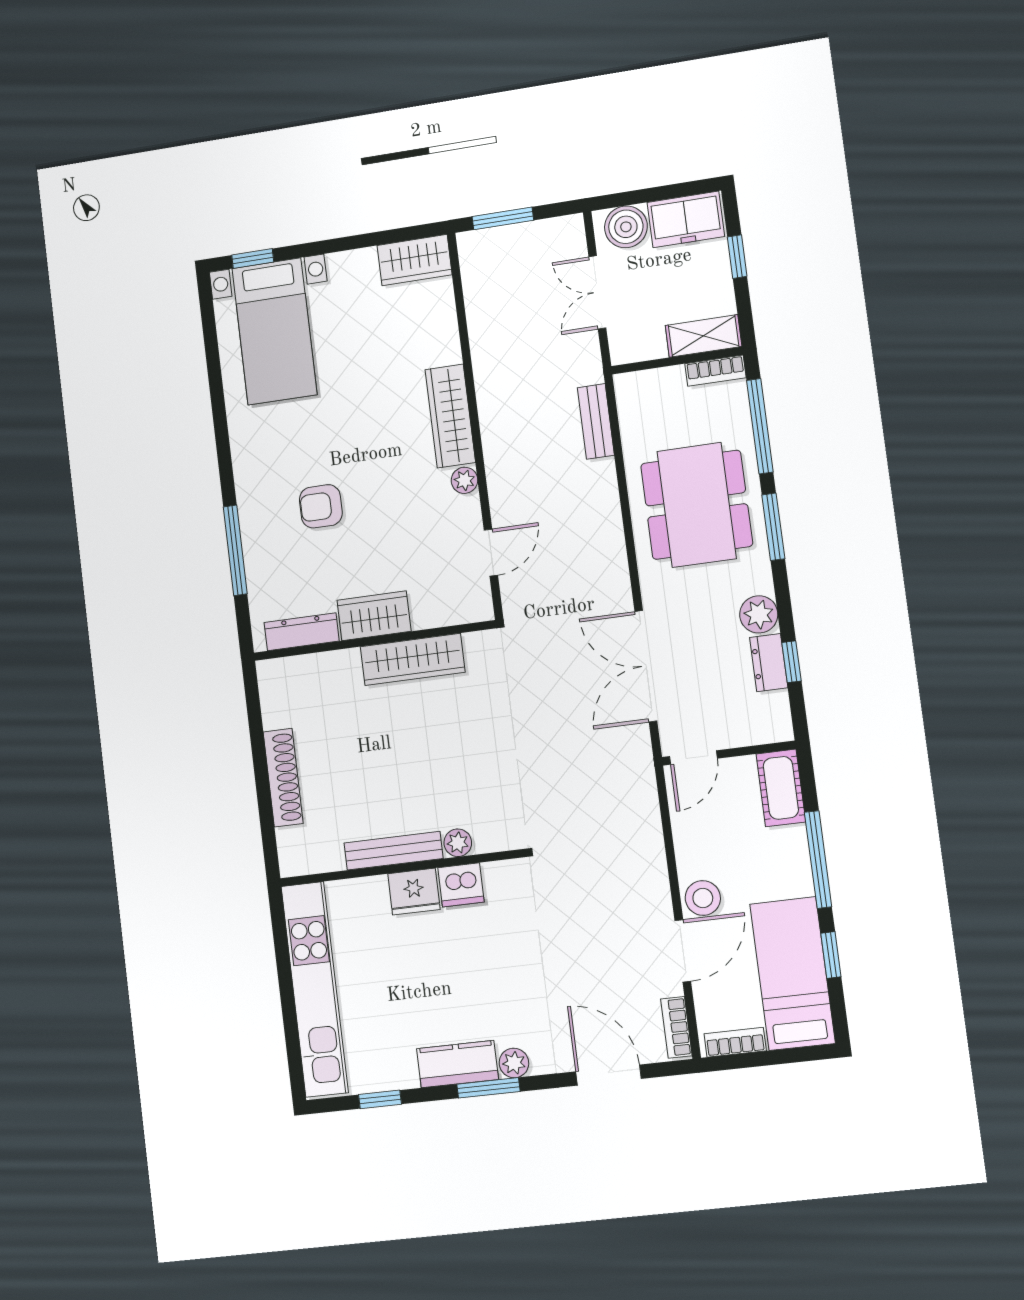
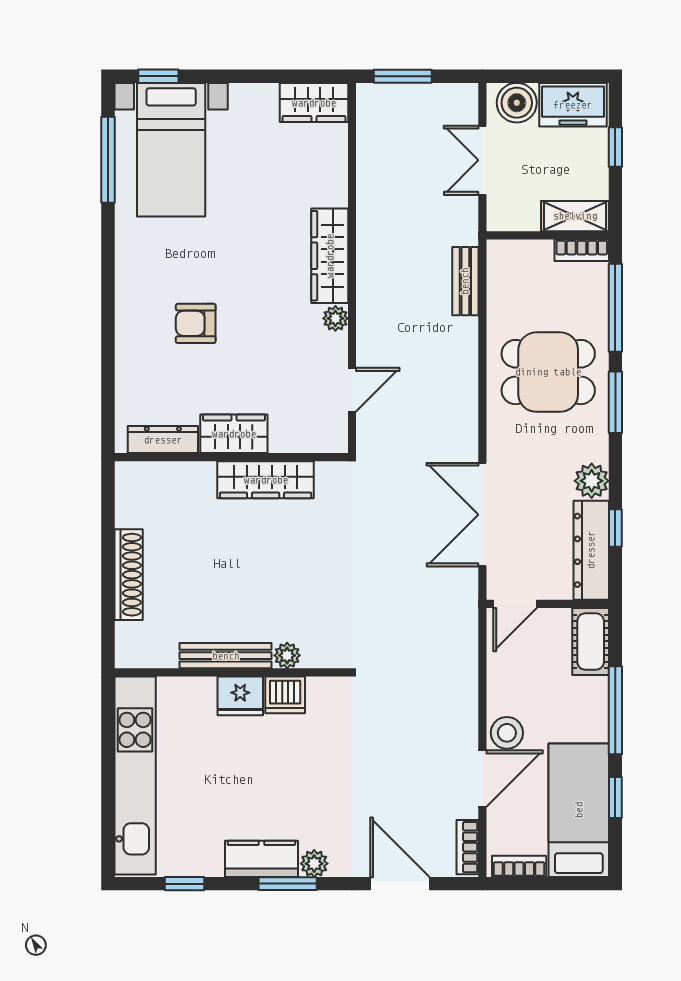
dining table: (697, 505) -> (548, 372), width x0.73
window: (235, 550) -> (108, 160), moved
dresser: (769, 663) -> (591, 550), width x1.96, depth x1.24

